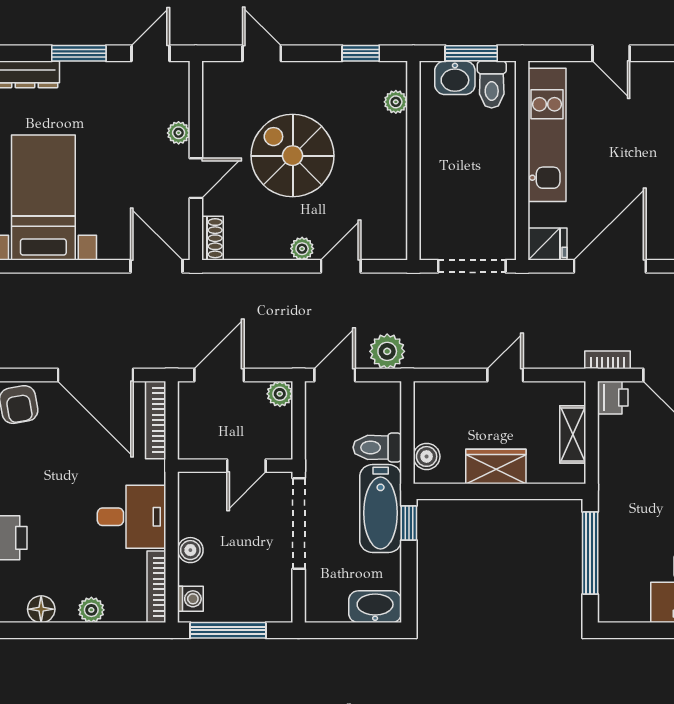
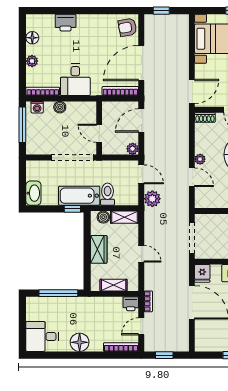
door: (219, 375) -> (141, 121), swing flipped
shelving: (427, 411) -> (125, 217), added

